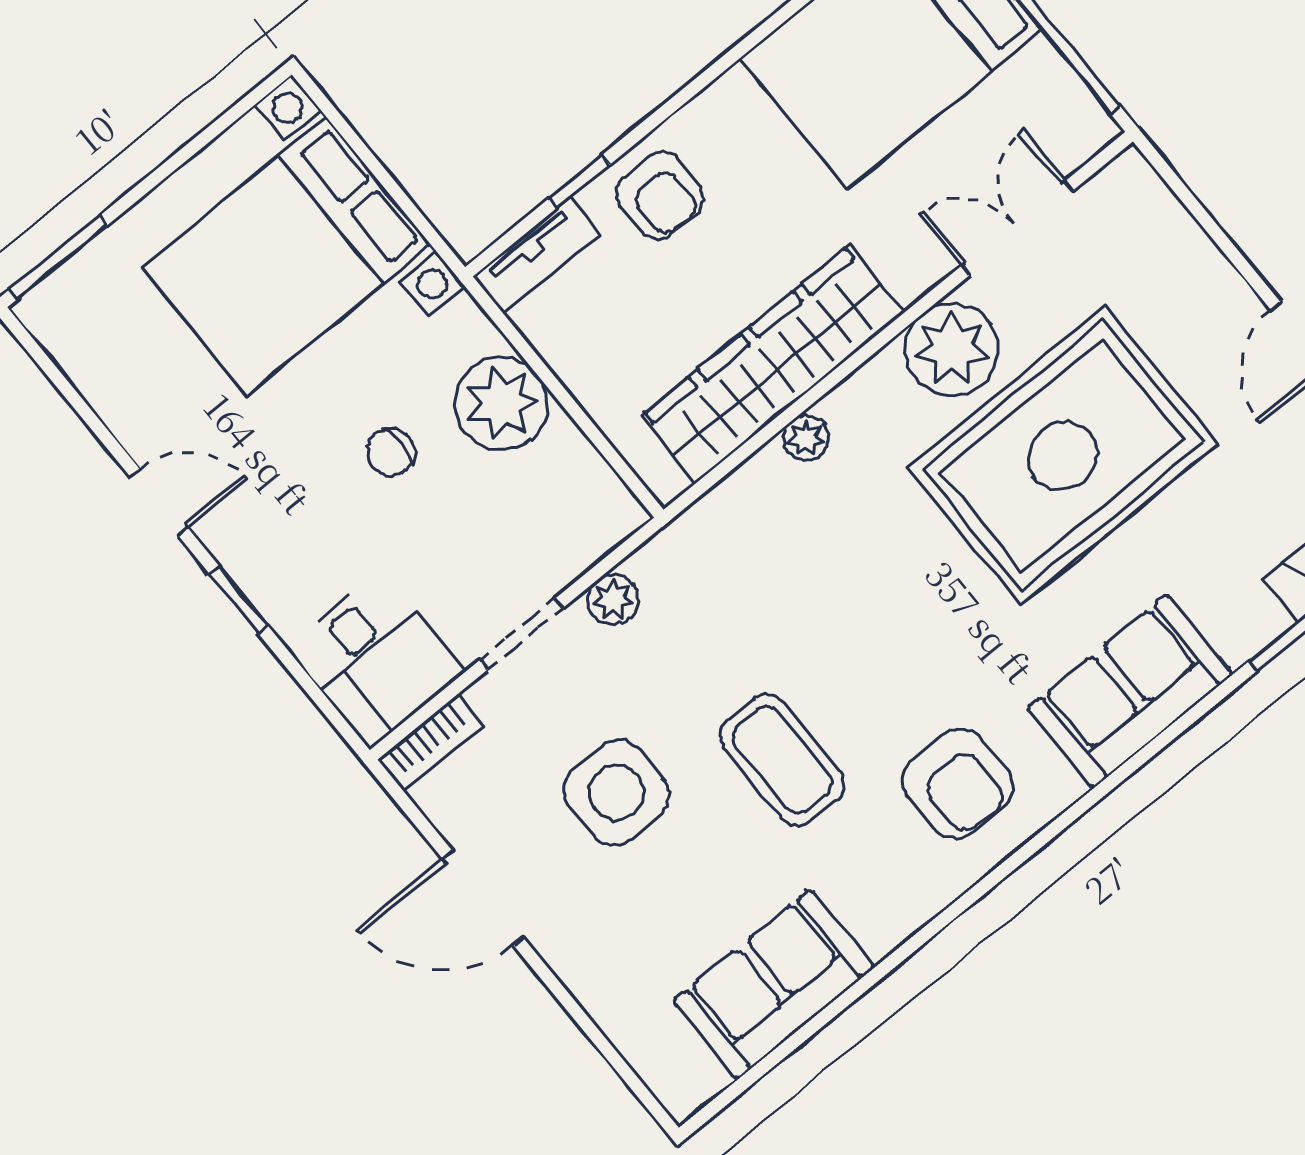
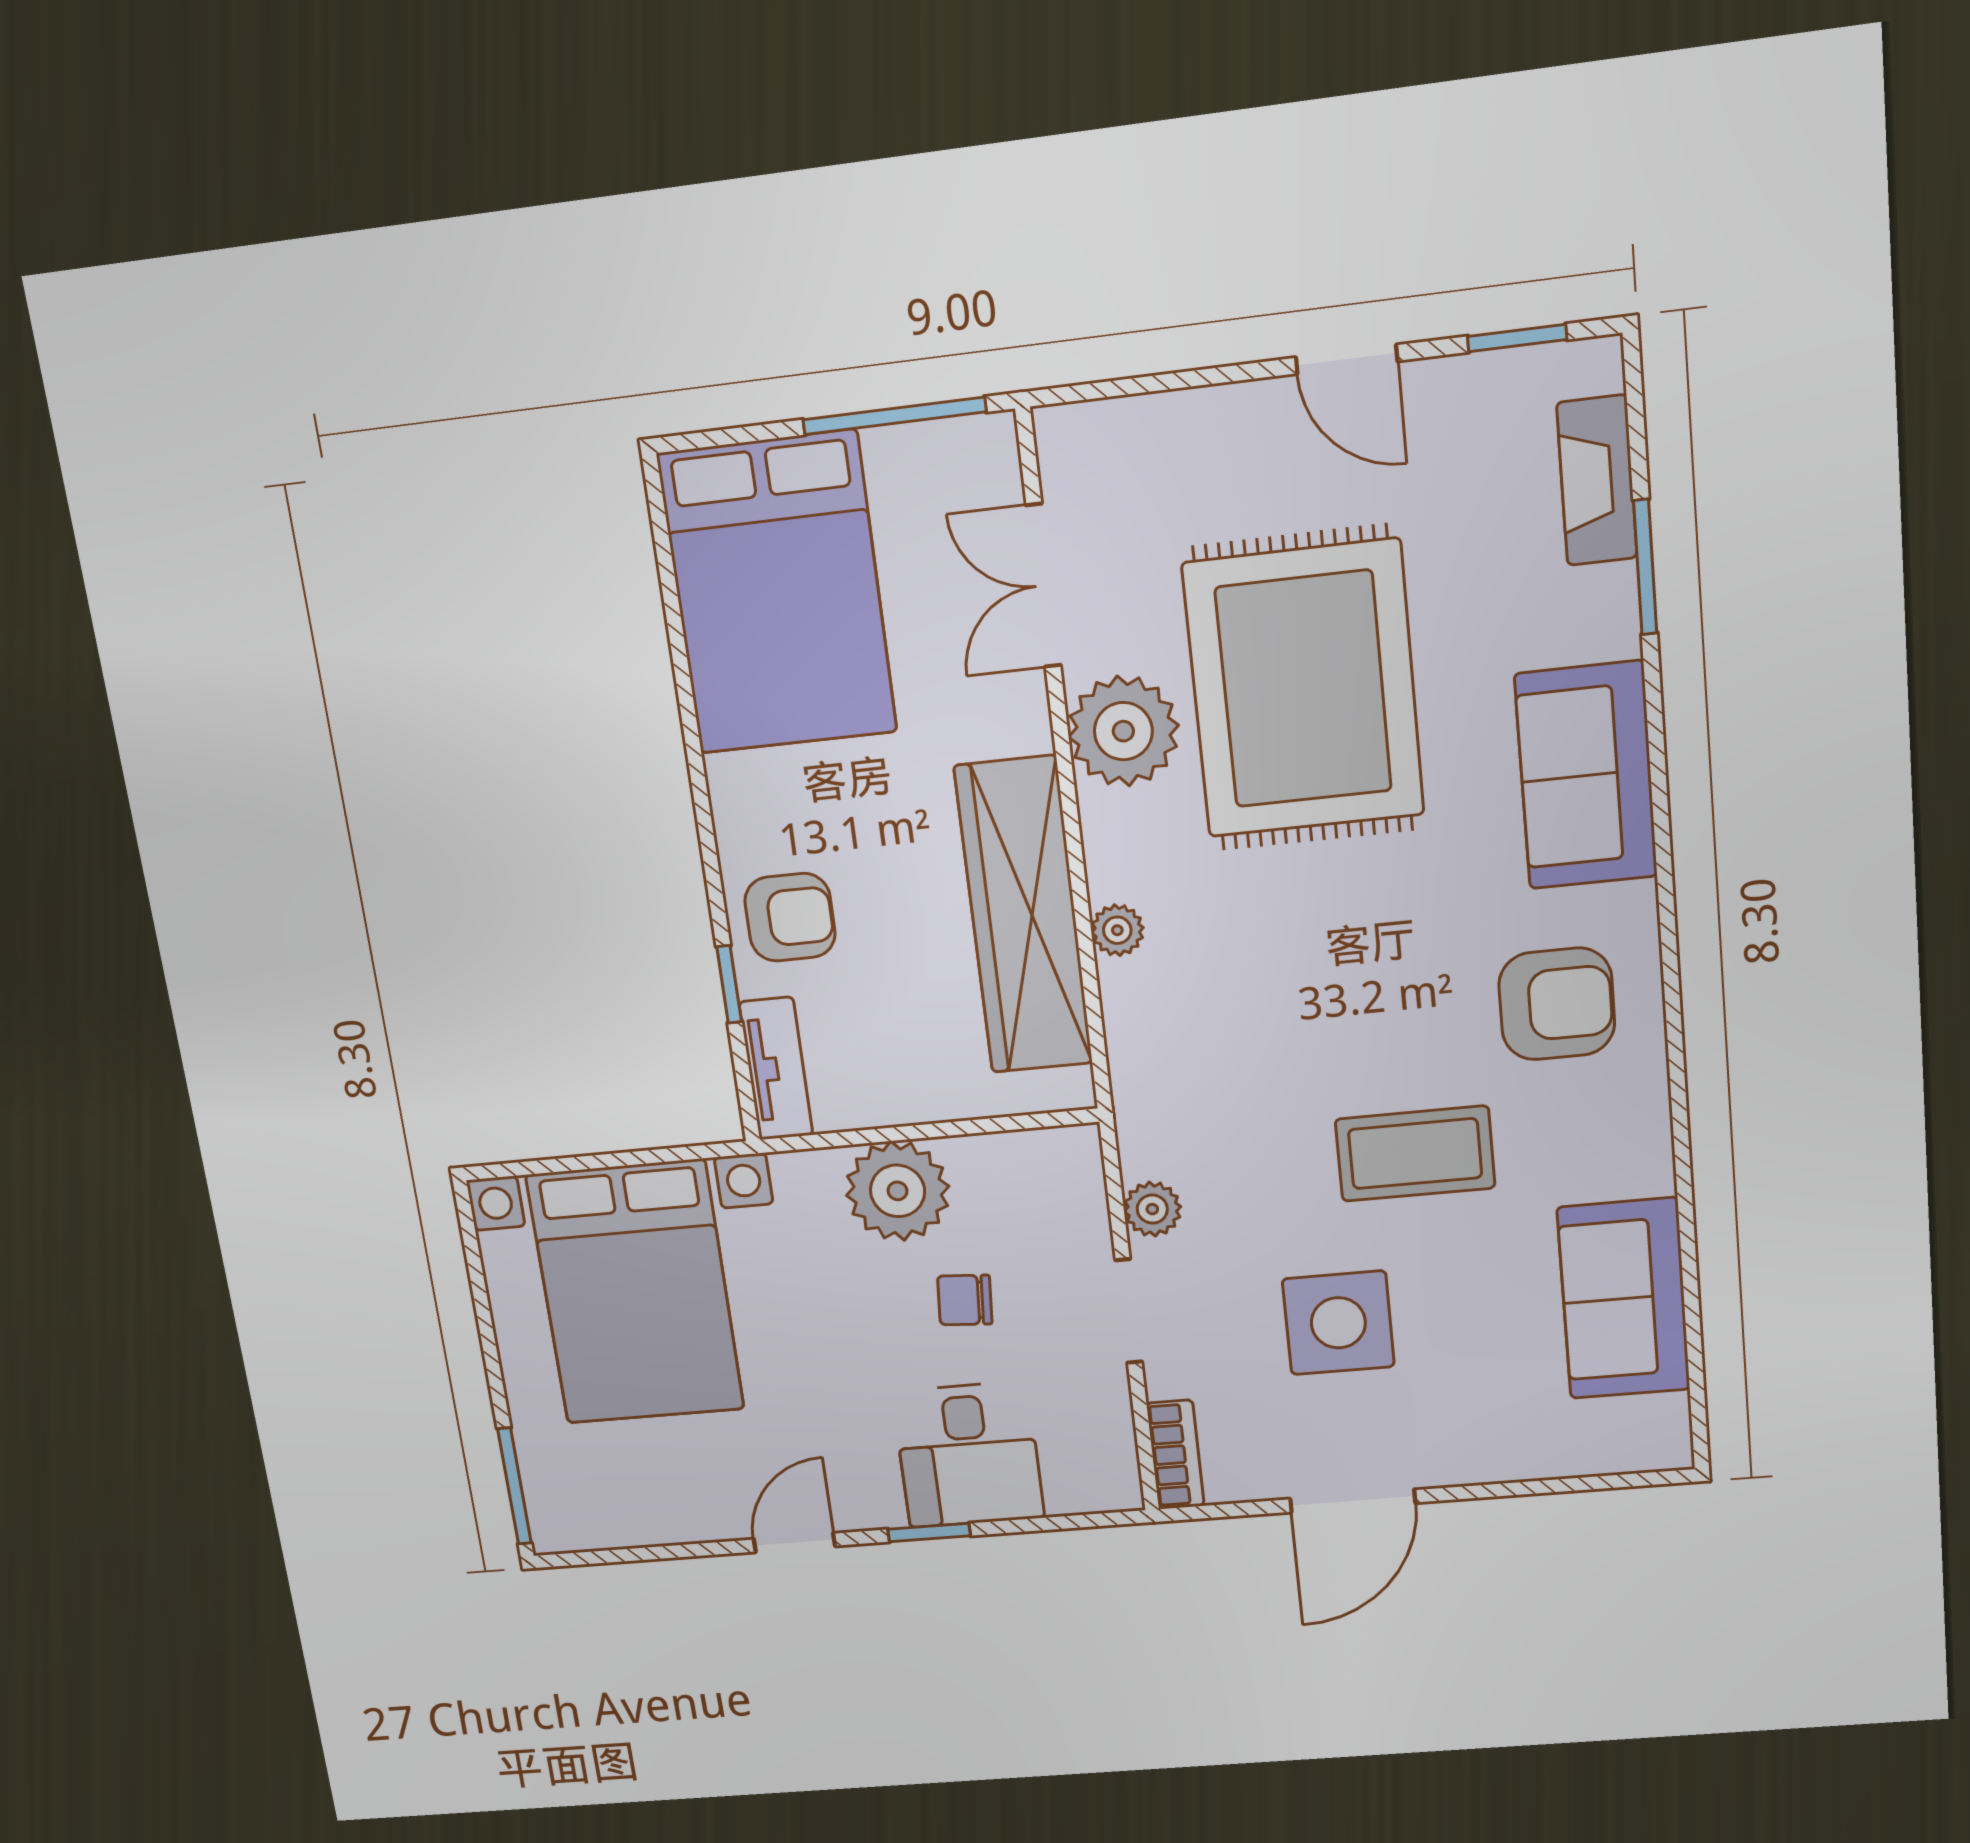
chair: (391, 452) -> (965, 1300), moved, turned 94
desk: (375, 659) -> (968, 1455), moved, turned 90

